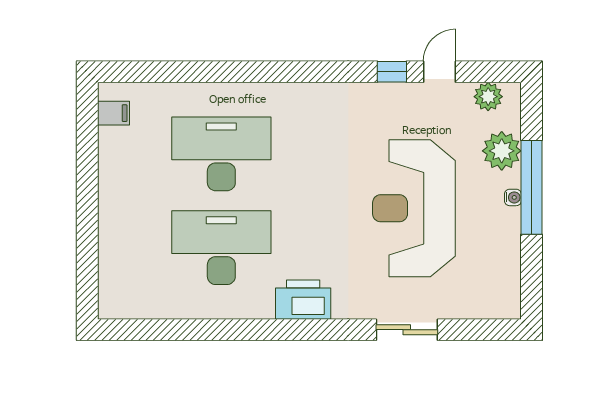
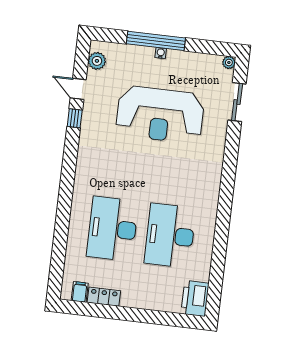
plant: (502, 151) -> (229, 63), moved, width x0.53, depth x0.53
locker: (111, 153) -> (104, 297), added
printer: (303, 300) -> (195, 298), moved
sliding door: (407, 330) -> (237, 102), moved

